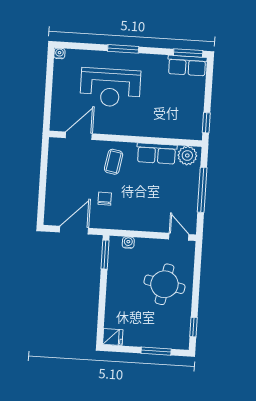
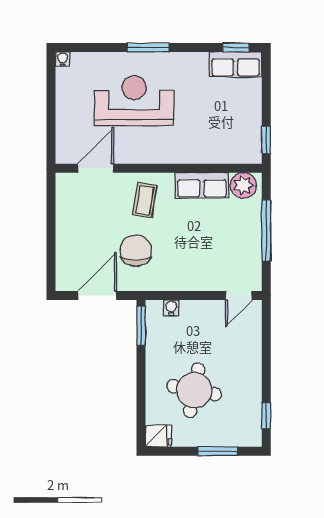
window: (188, 53) -> (236, 47), width x0.67
reception desk: (110, 88) -> (134, 101), turned 180
chair: (105, 199) -> (136, 250), width x1.87, depth x1.87
door: (179, 237) -> (239, 295), swing flipped
round table: (164, 284) -> (194, 390), moved

